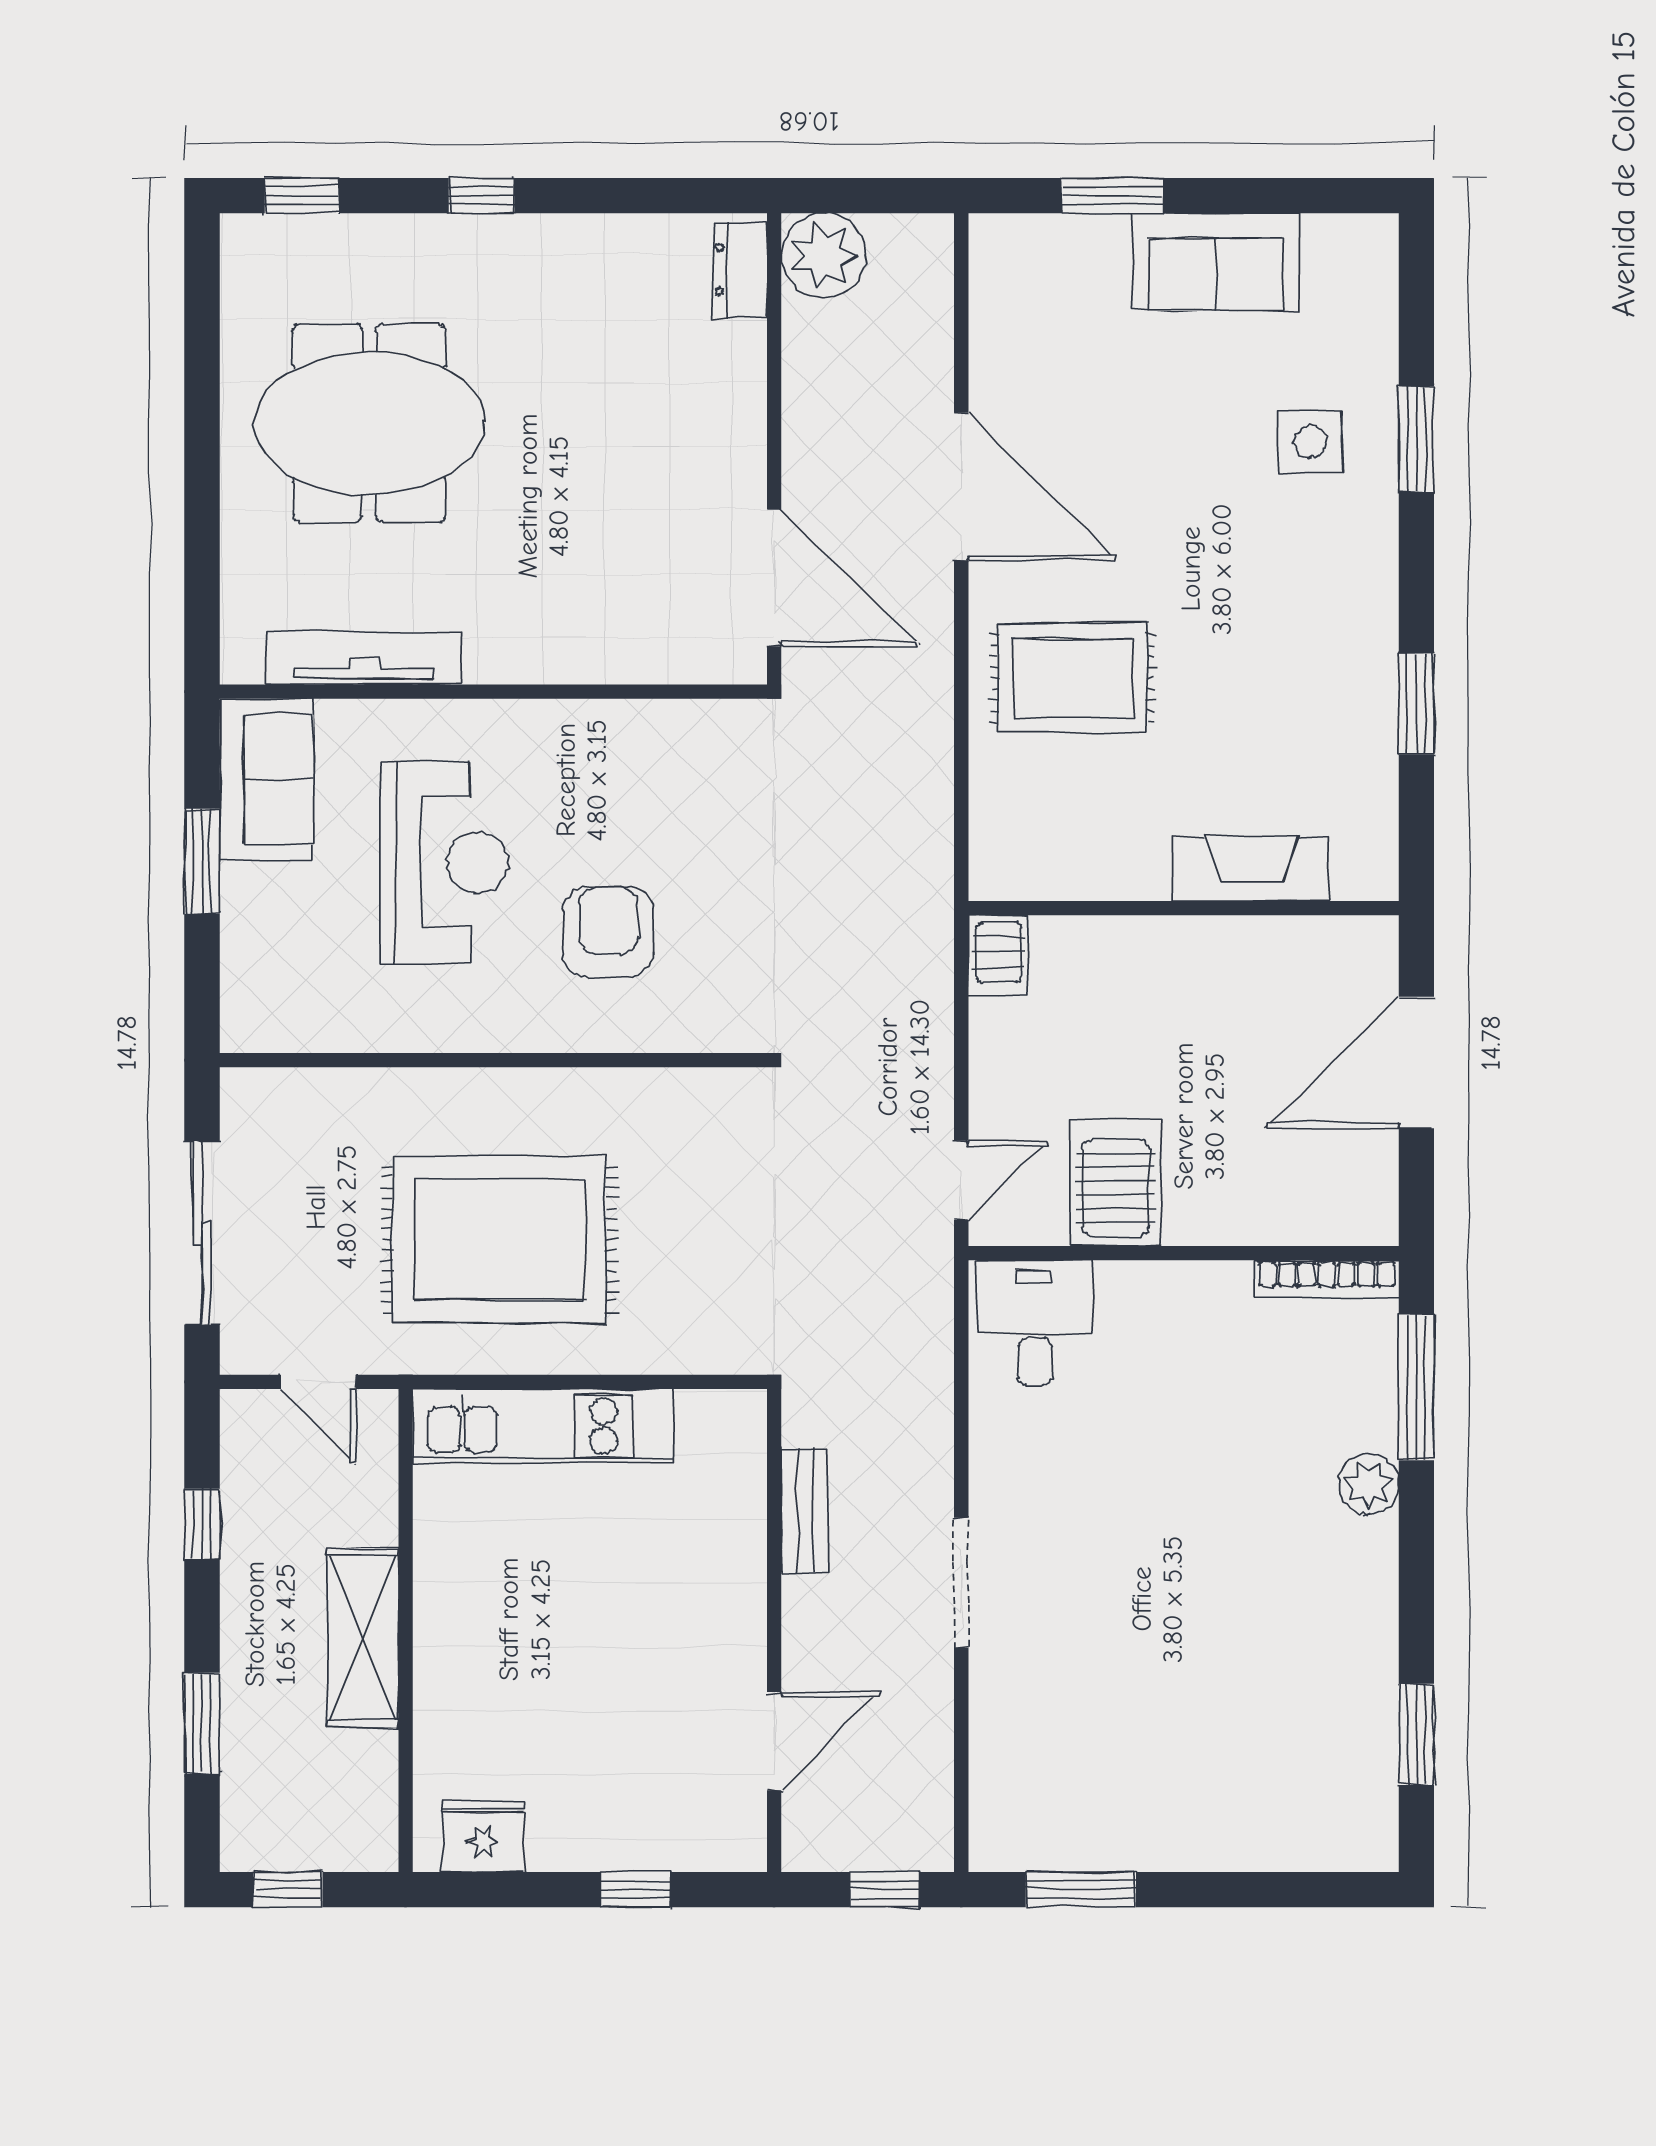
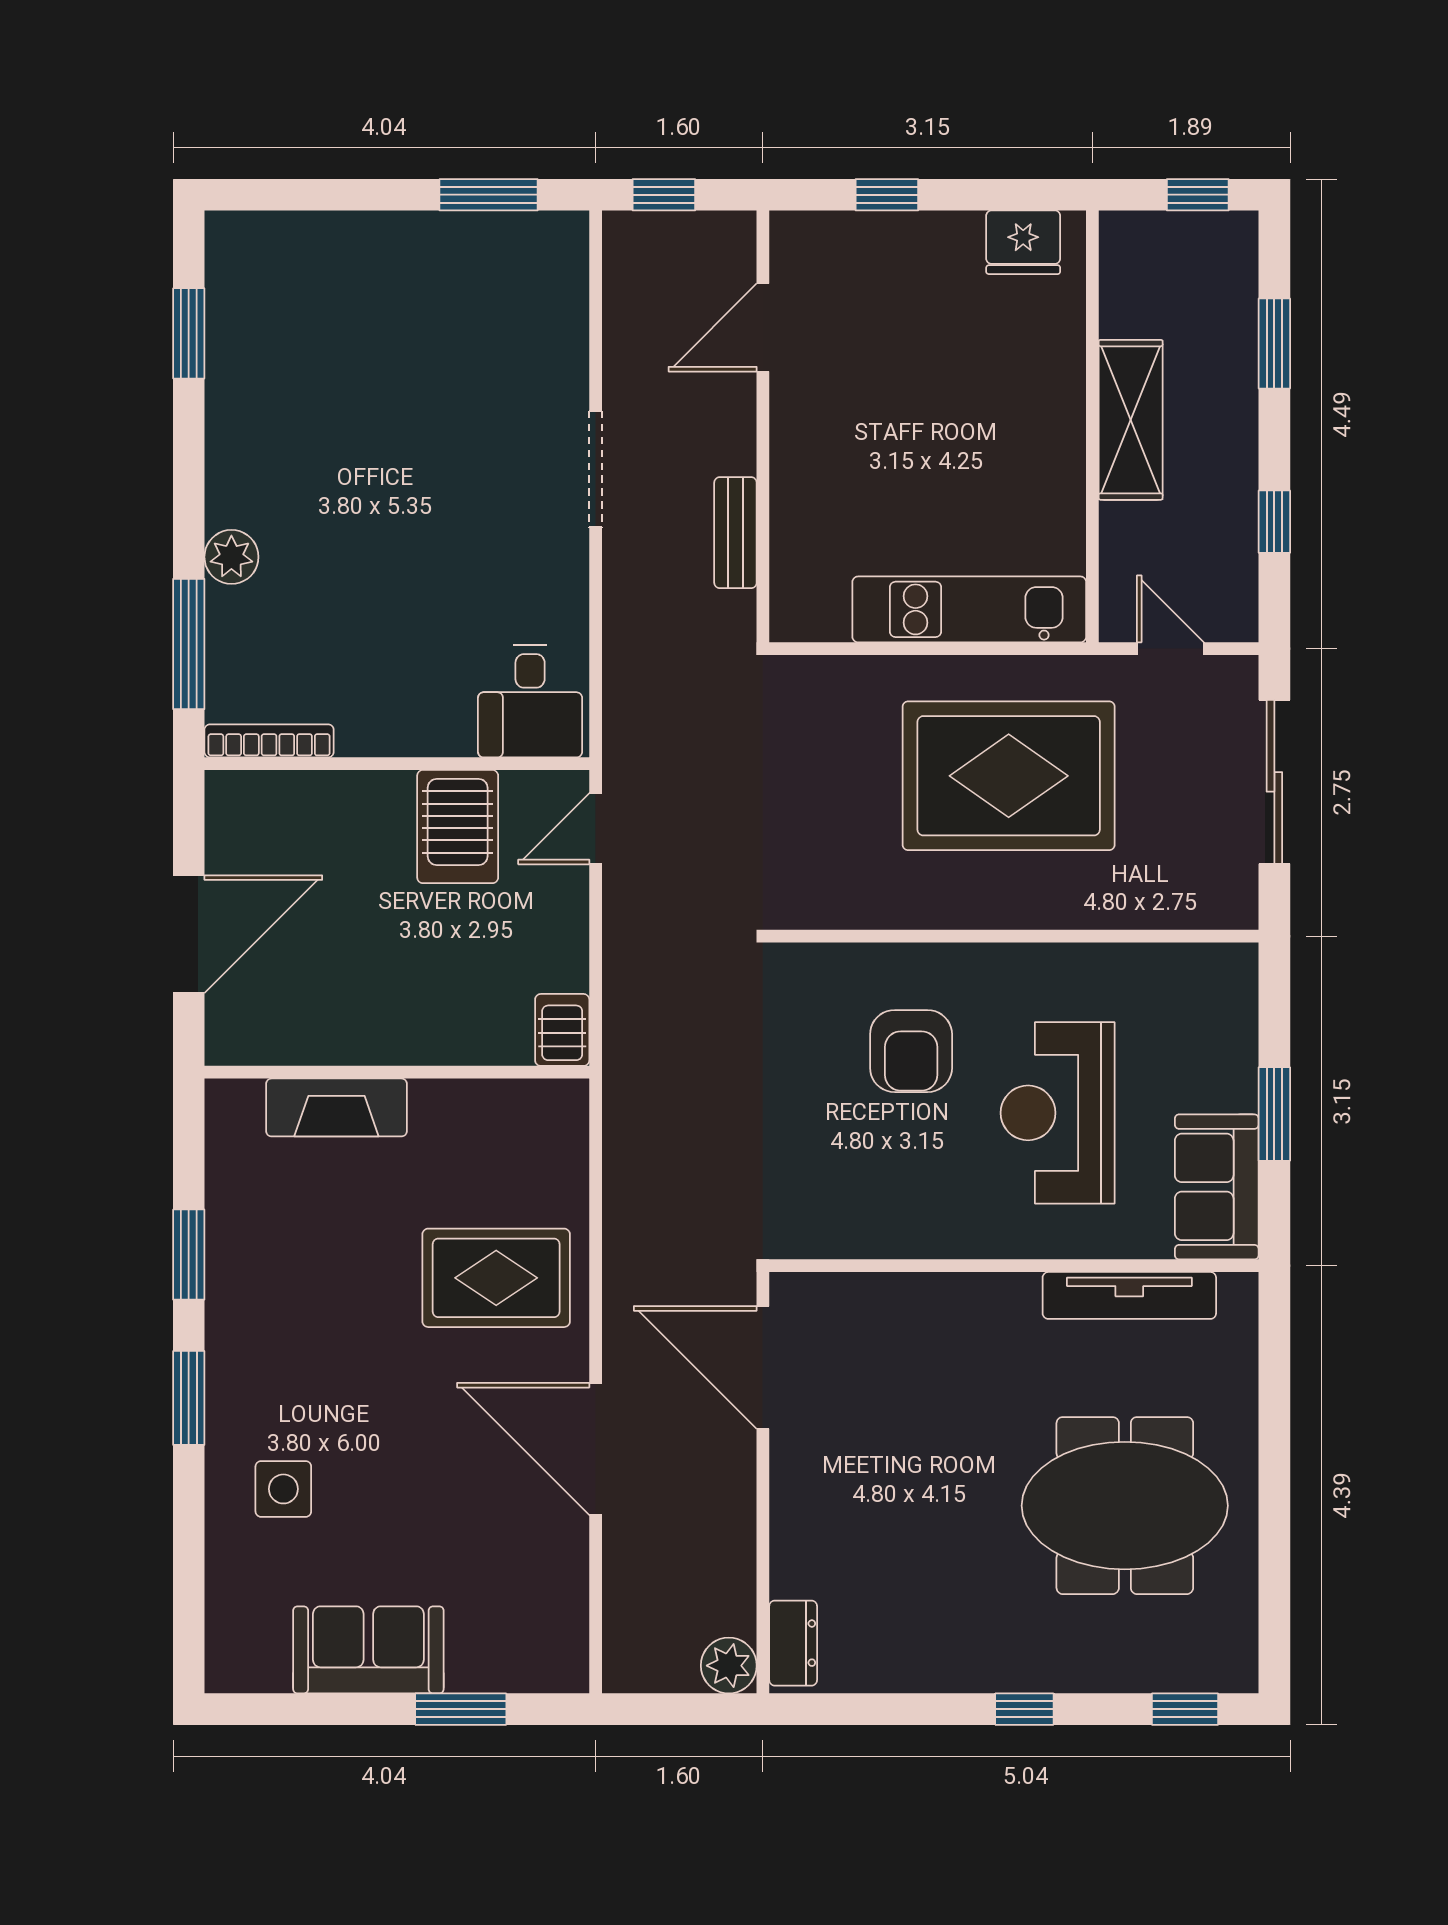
plant: (824, 256) -> (729, 1666), width x0.73, depth x0.73
window: (1416, 439) -> (189, 1398), moved

